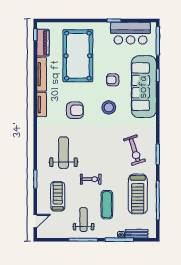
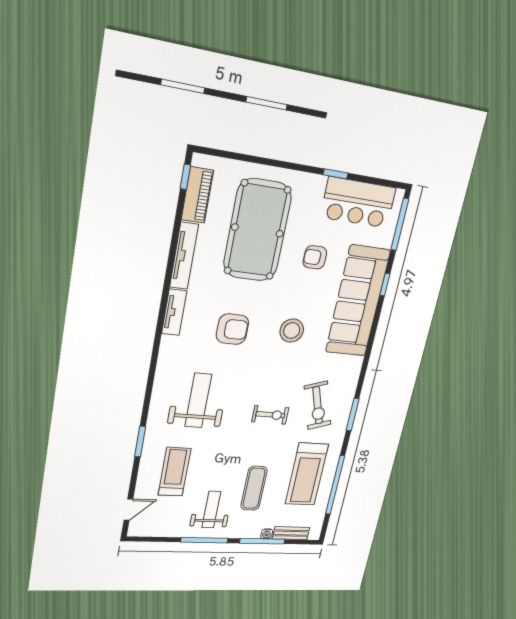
armchair: (113, 80) -> (315, 257), moved
exercise bike: (91, 179) -> (270, 415), moved

